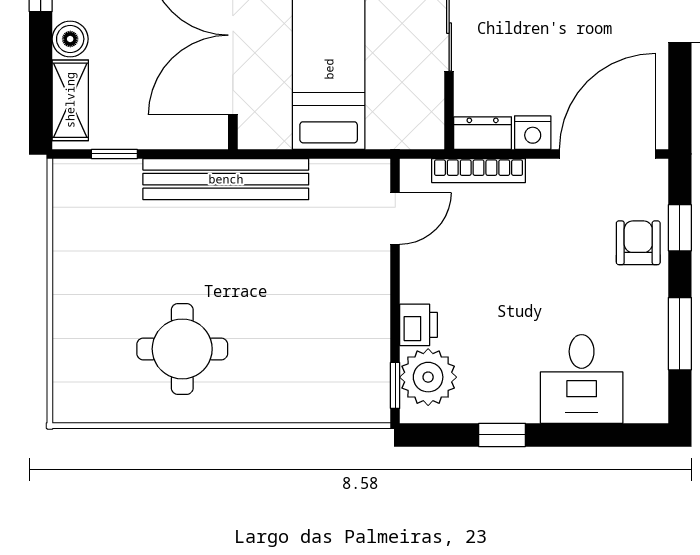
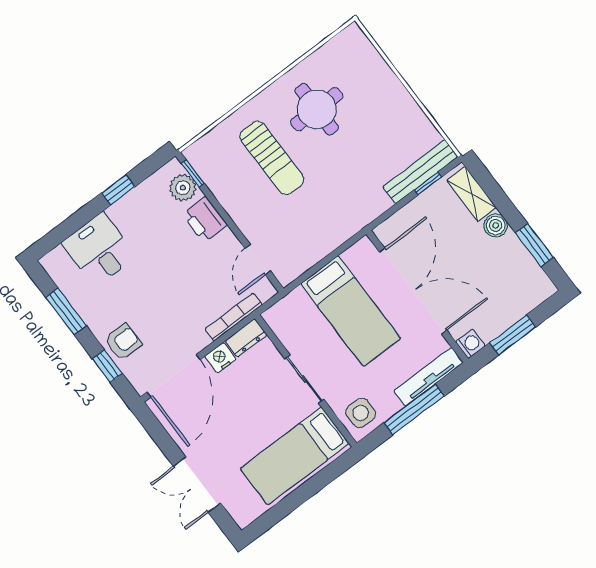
bench: (226, 179) -> (420, 172), moved, width x0.73, depth x0.82
armchair: (638, 243) -> (123, 342), turned -90
printer: (418, 325) -> (205, 220), width x1.36, depth x1.24
sun lounger: (283, 331) -> (272, 158), added
plant: (428, 377) -> (183, 188), width x0.73, depth x0.73

